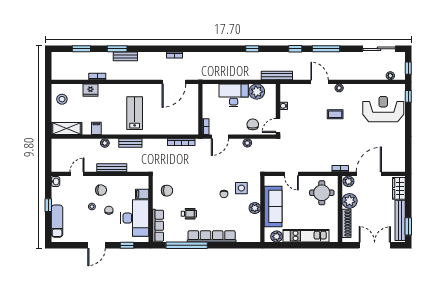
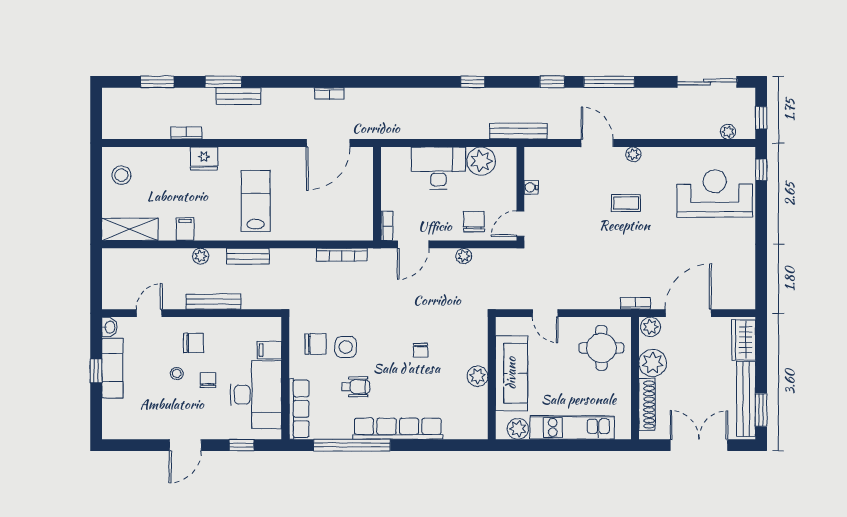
fridge: (90, 90) -> (204, 159), moved
side table: (241, 188) -> (346, 347), moved
exam couch: (57, 221) -> (112, 368), moved

